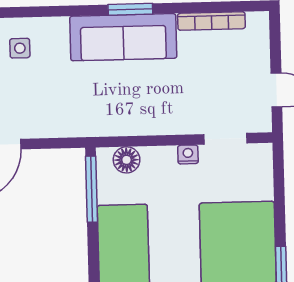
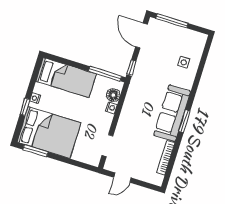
window: (63, 143) -> (131, 68), added
nightstand: (188, 154) -> (111, 108), moved

